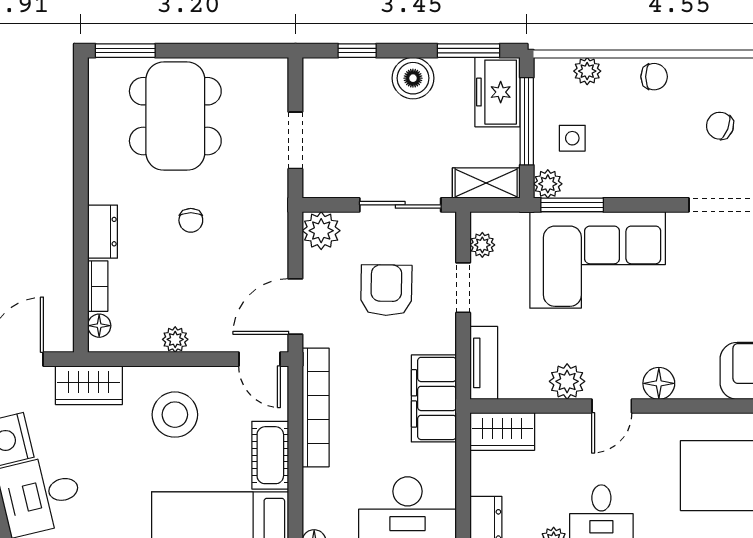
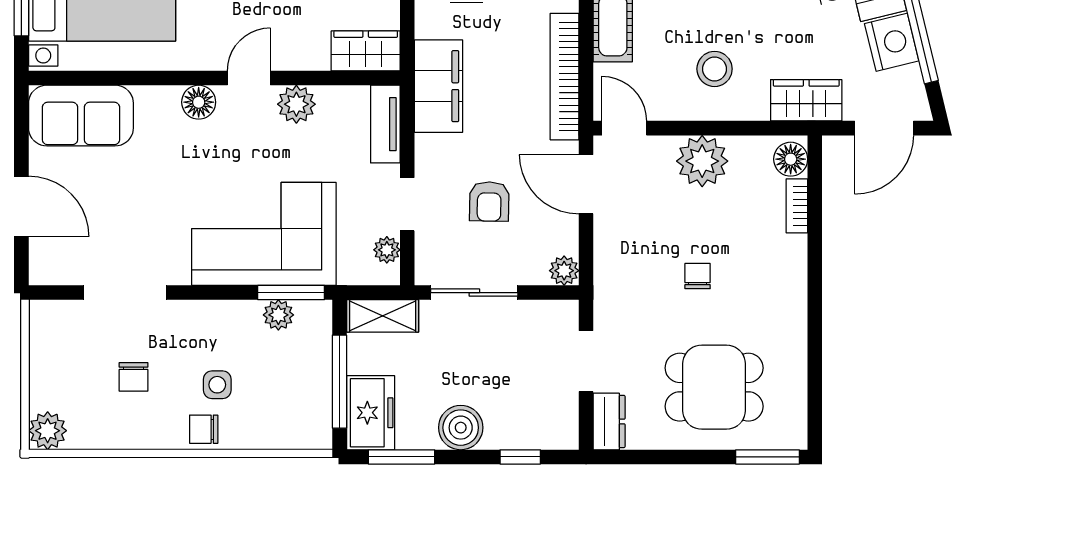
plant: (587, 71) -> (275, 435), removed
dining table: (175, 116) -> (714, 387), width x0.73
chair: (720, 126) -> (133, 377), turned 69
side table: (572, 138) -> (217, 385), moved
plant: (548, 184) -> (278, 315), moved
plant: (321, 231) -> (564, 271), width x0.73, depth x0.73
dresser: (102, 232) -> (609, 421), moved, turned 180
armchair: (386, 290) -> (489, 202), width x0.72, depth x0.72
door: (295, 306) -> (586, 184), swing flipped
floor lamp: (99, 326) -> (791, 159), width x1.37, depth x1.37
plant: (175, 339) -> (702, 161), width x1.88, depth x1.88
stool: (175, 415) -> (715, 69), width x0.73, depth x0.73

